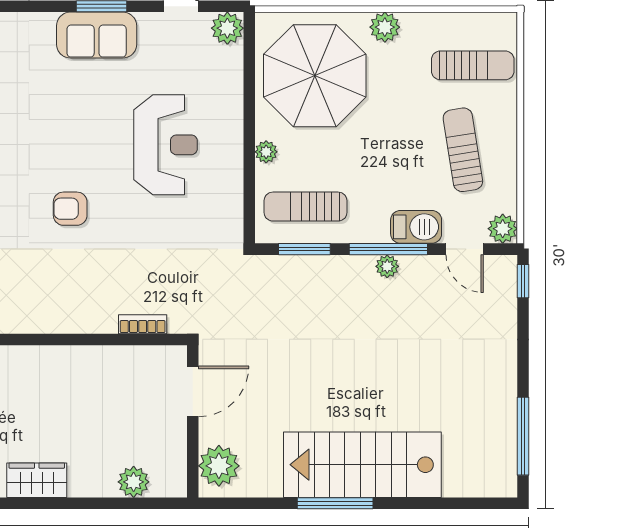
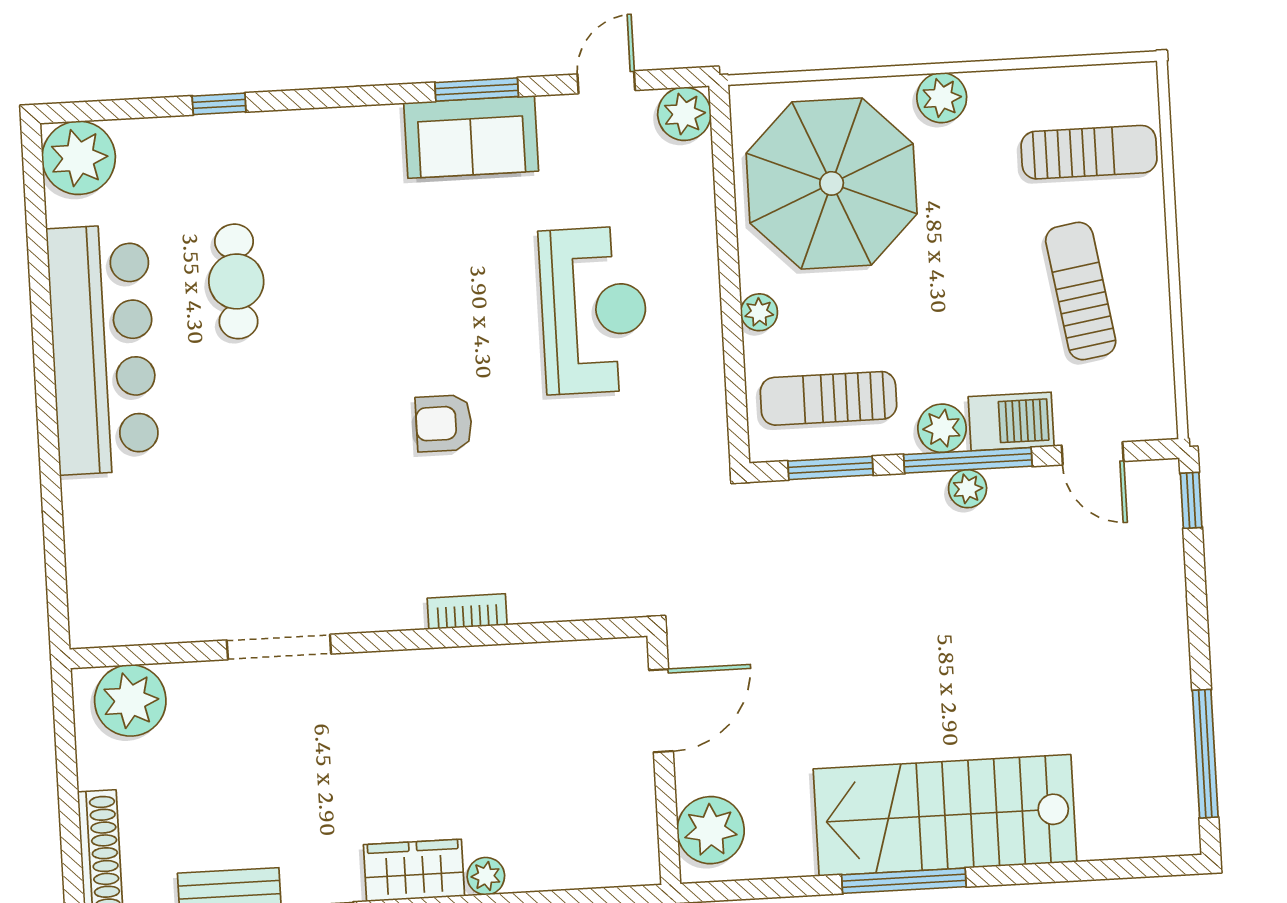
plant: (503, 229) -> (942, 428), moved
bookcase: (143, 324) -> (467, 612), moved
plant: (134, 482) -> (486, 876), moved, width x0.73, depth x0.73

